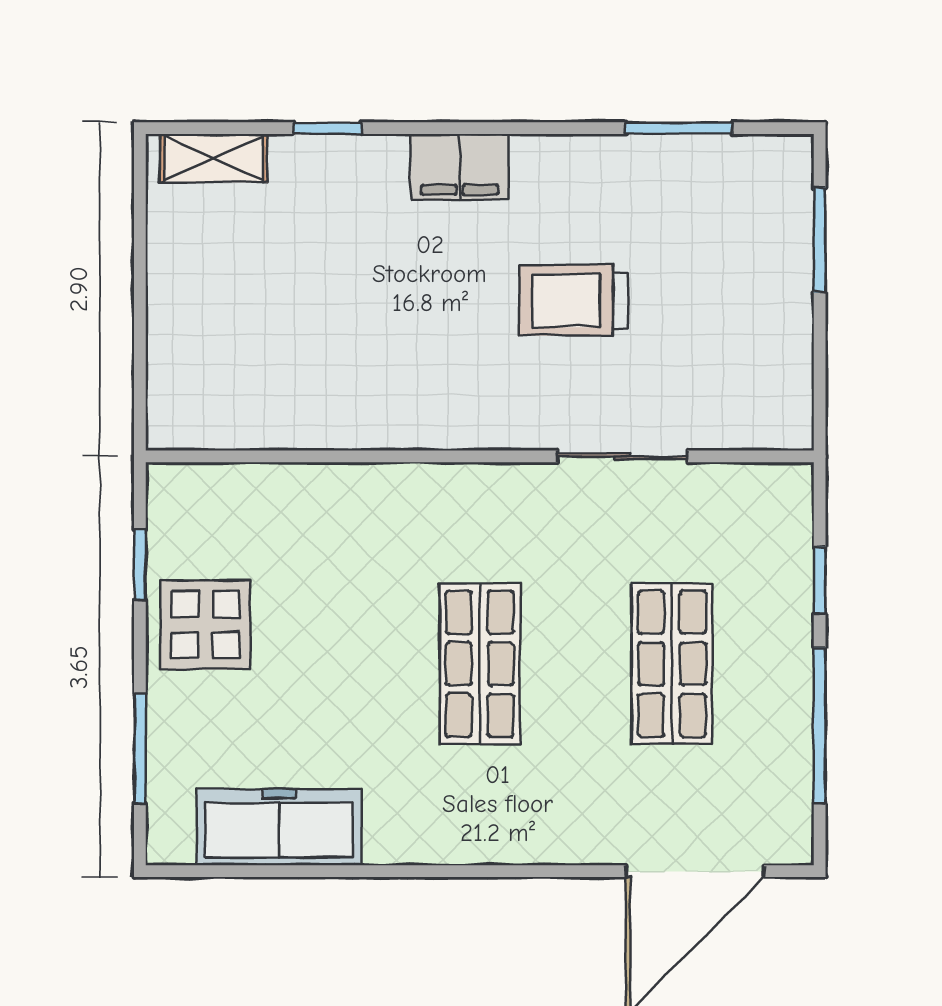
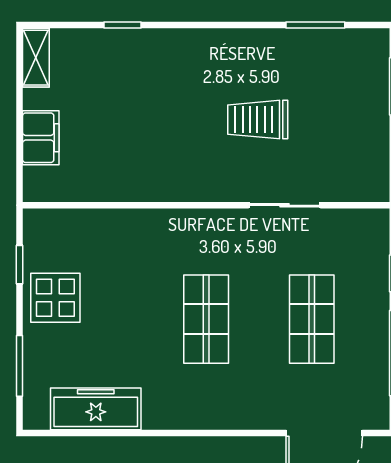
shelving: (214, 158) -> (36, 58), moved, turned 90
filing cabinet: (460, 167) -> (41, 138), moved, turned -90

